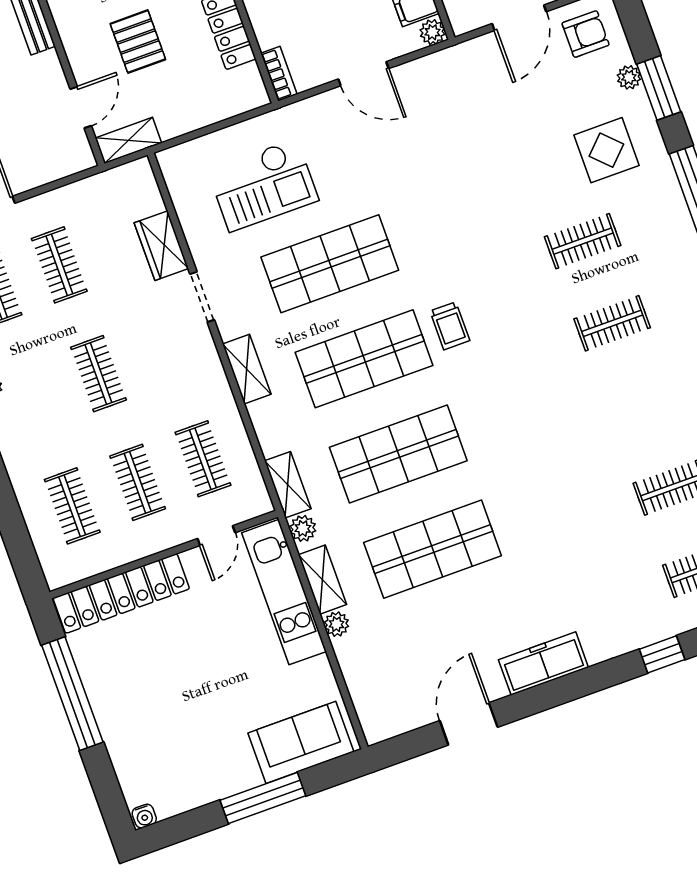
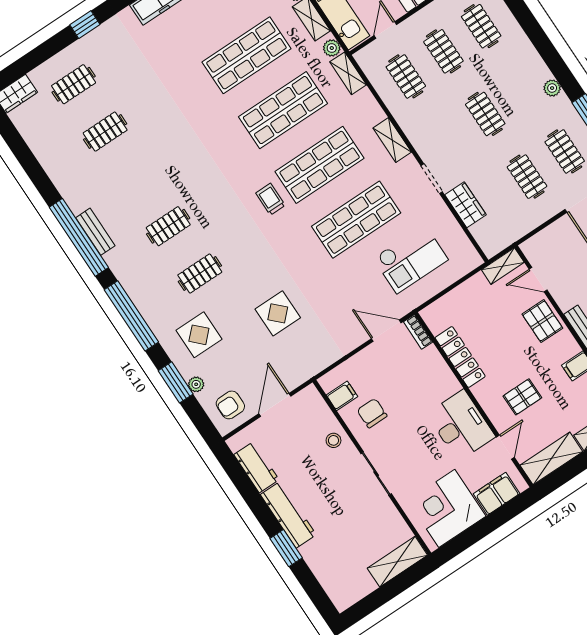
plant: (432, 32) -> (327, 382), removed
pallet: (138, 42) -> (542, 321), moved
door: (363, 74) -> (386, 331), moved
door: (81, 107) -> (538, 280), hinge flipped
display table: (481, 153) -> (278, 313), added
checkout: (263, 185) -> (411, 259), turned 180

